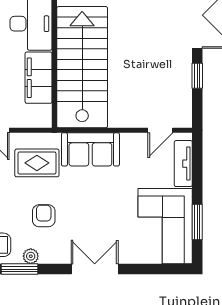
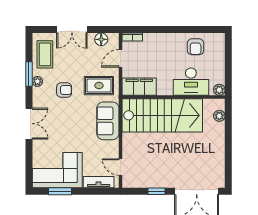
filing cabinet: (39, 78) -> (139, 87), moved
rug: (37, 163) -> (99, 86), turned 90

